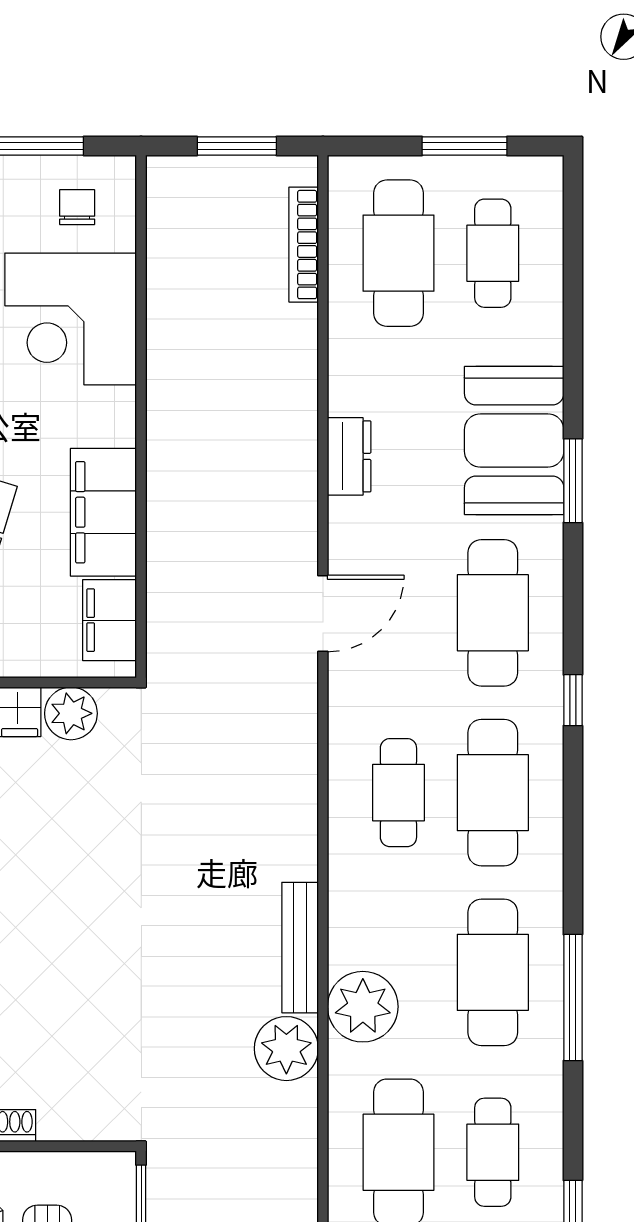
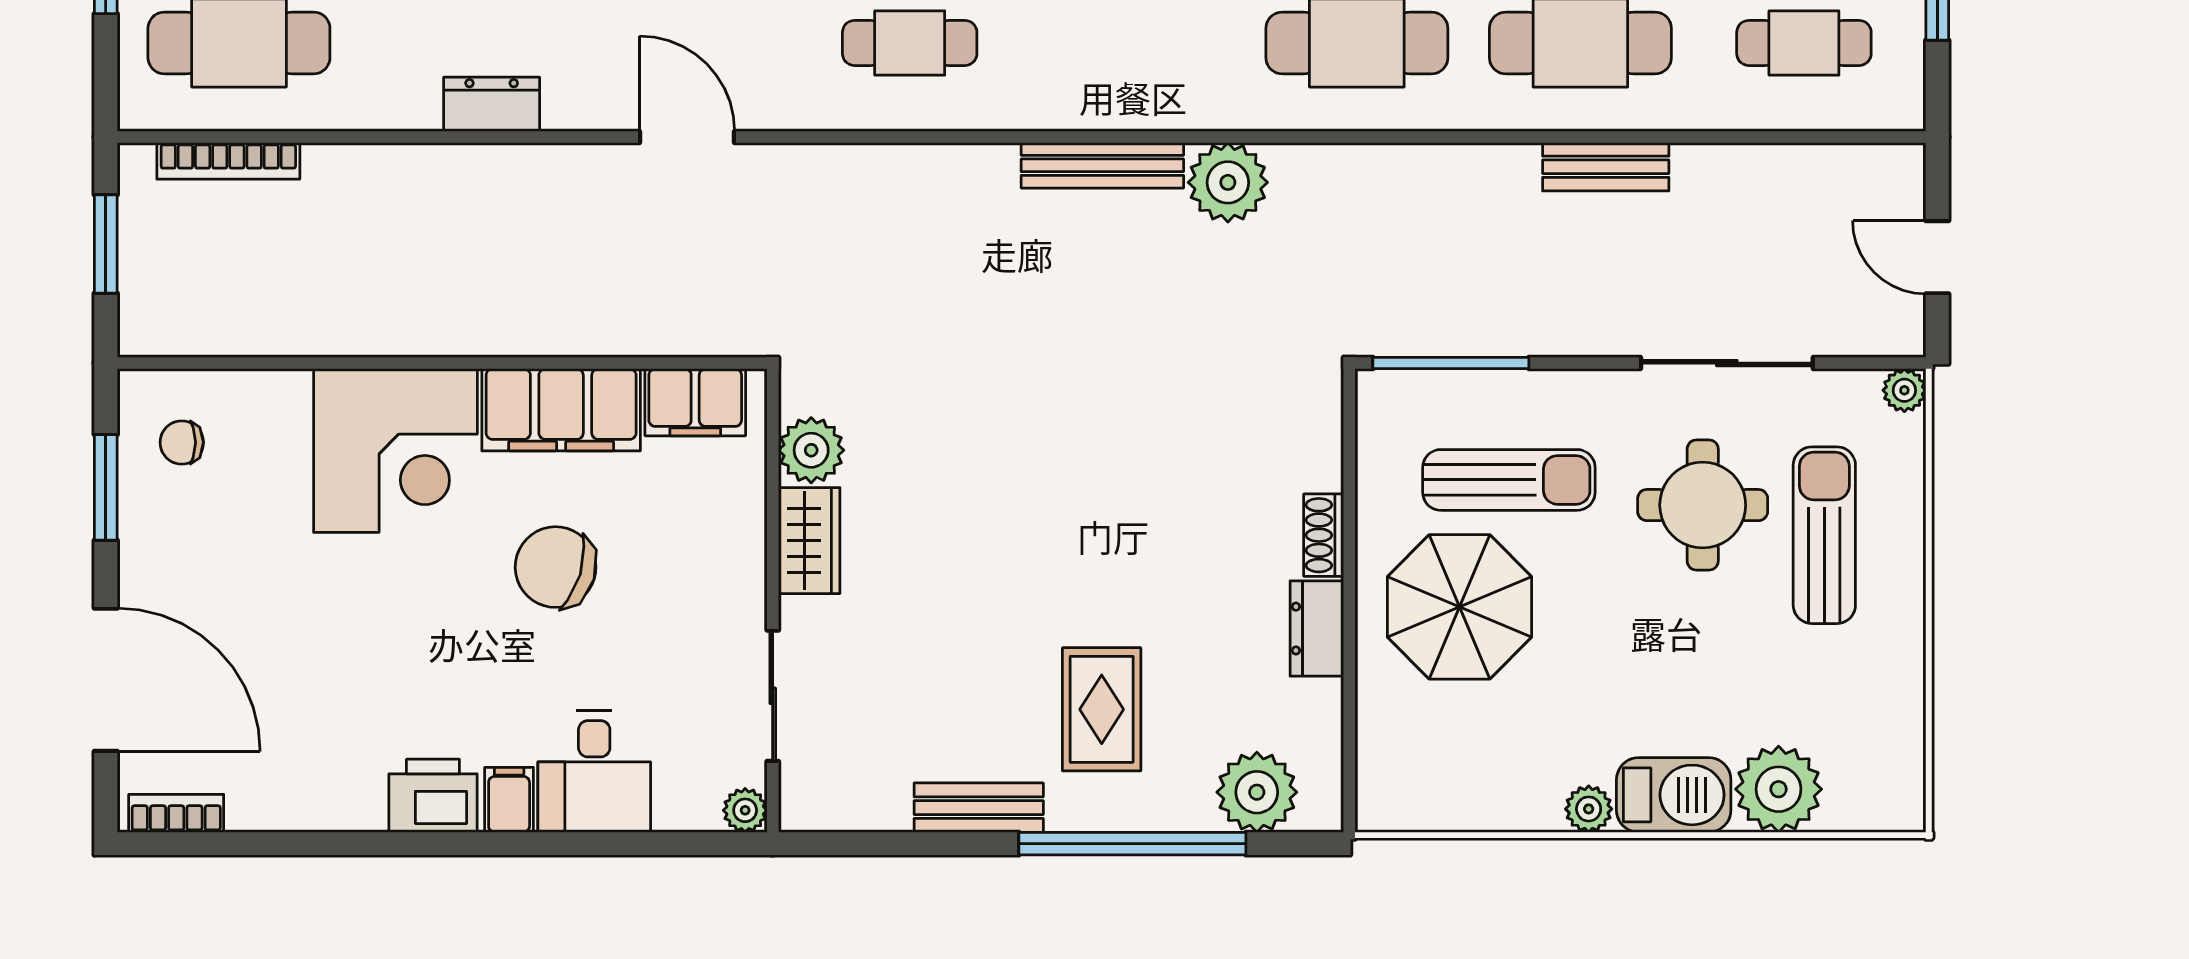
corner desk: (71, 319) -> (395, 451), moved
plant: (363, 1007) -> (1176, 87), removed

